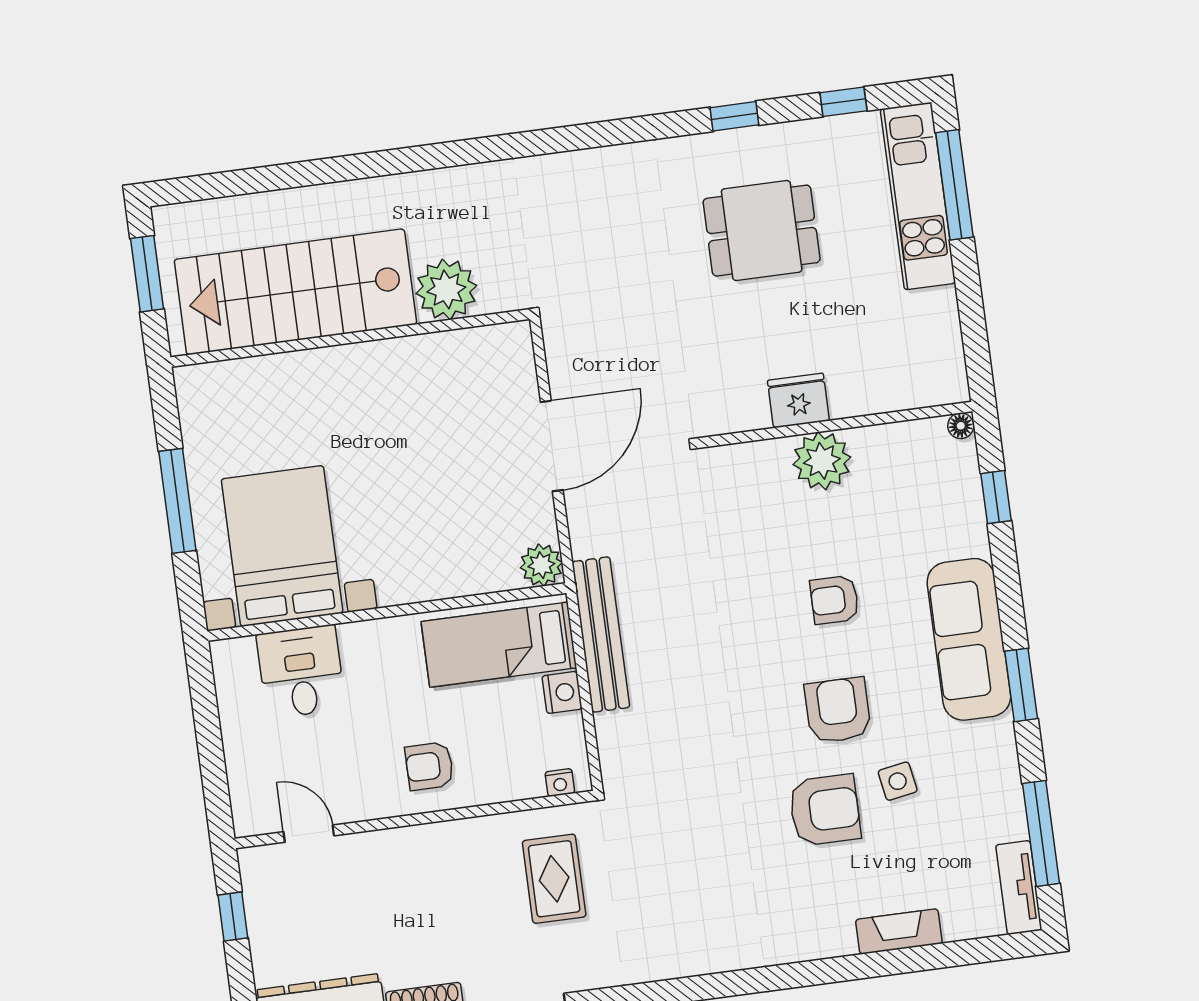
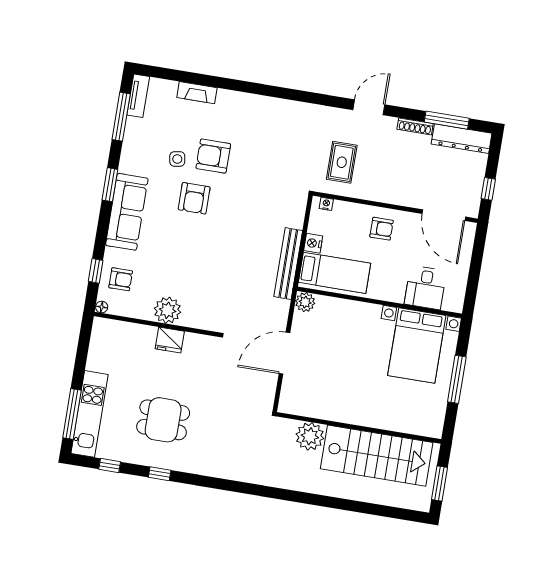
armchair: (834, 600) -> (121, 279), moved
door: (309, 834) -> (444, 215), width x1.88

